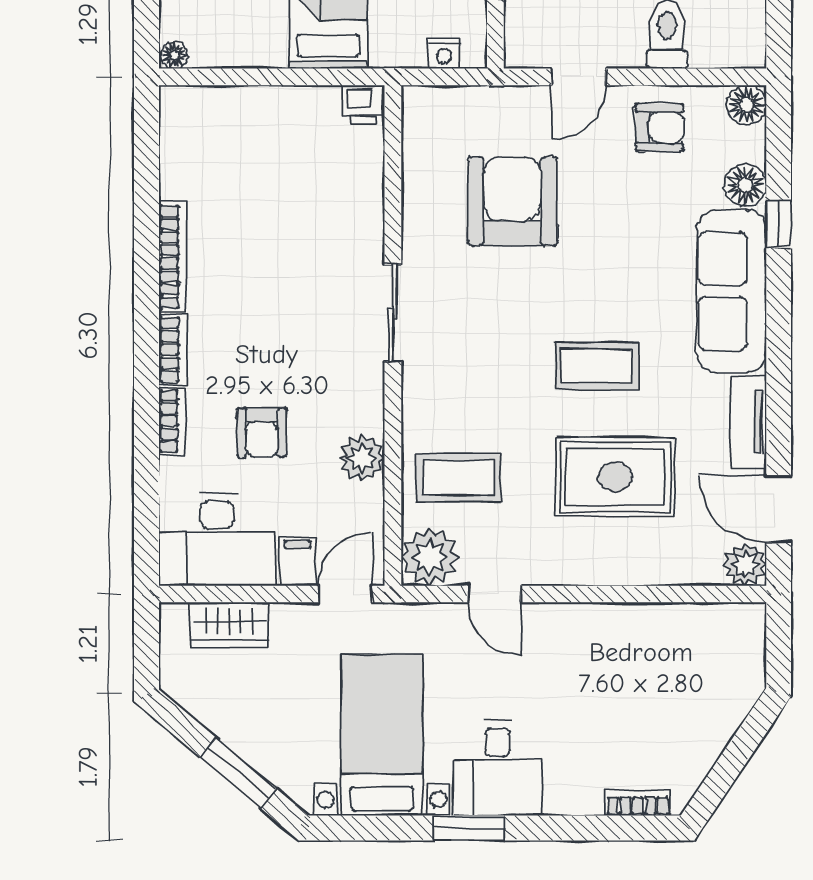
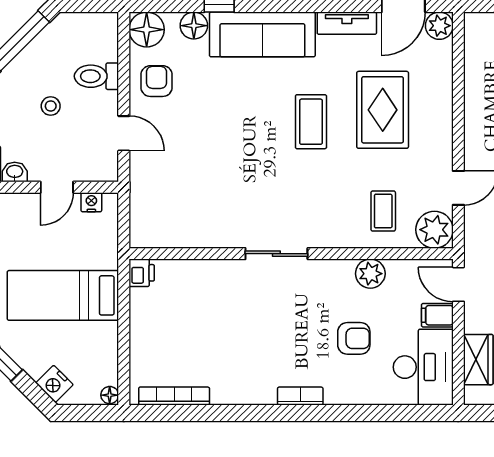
nightstand: (444, 54) -> (91, 202), moved, turned -90
floor lamp: (747, 105) -> (147, 30), width x1.38, depth x1.38
armchair: (512, 201) -> (204, 176), removed
bookcase: (173, 257) -> (174, 396), moved
bookcase: (172, 421) -> (346, 396), removed
coffee table: (459, 478) -> (383, 211), width x0.73, depth x0.77

